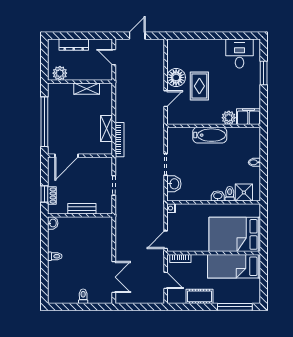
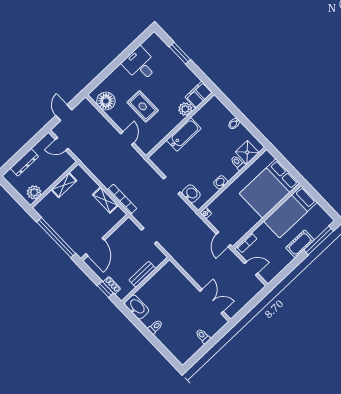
desk: (239, 54) -> (140, 65), moved
floor lamp: (176, 77) -> (106, 101), moved
washbasin: (218, 196) -> (221, 182), moved
washbasin: (53, 223) -> (137, 307), width x1.91, depth x1.45
cot: (199, 296) -> (300, 244), moved

